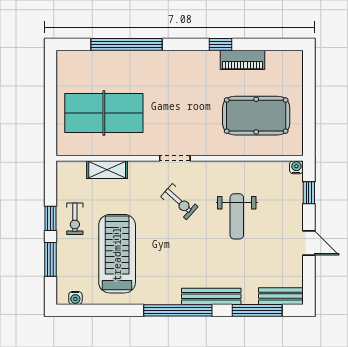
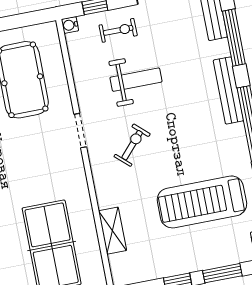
doorway: (175, 158) -> (80, 131), moved
exercise bike: (75, 219) -> (118, 30), moved

